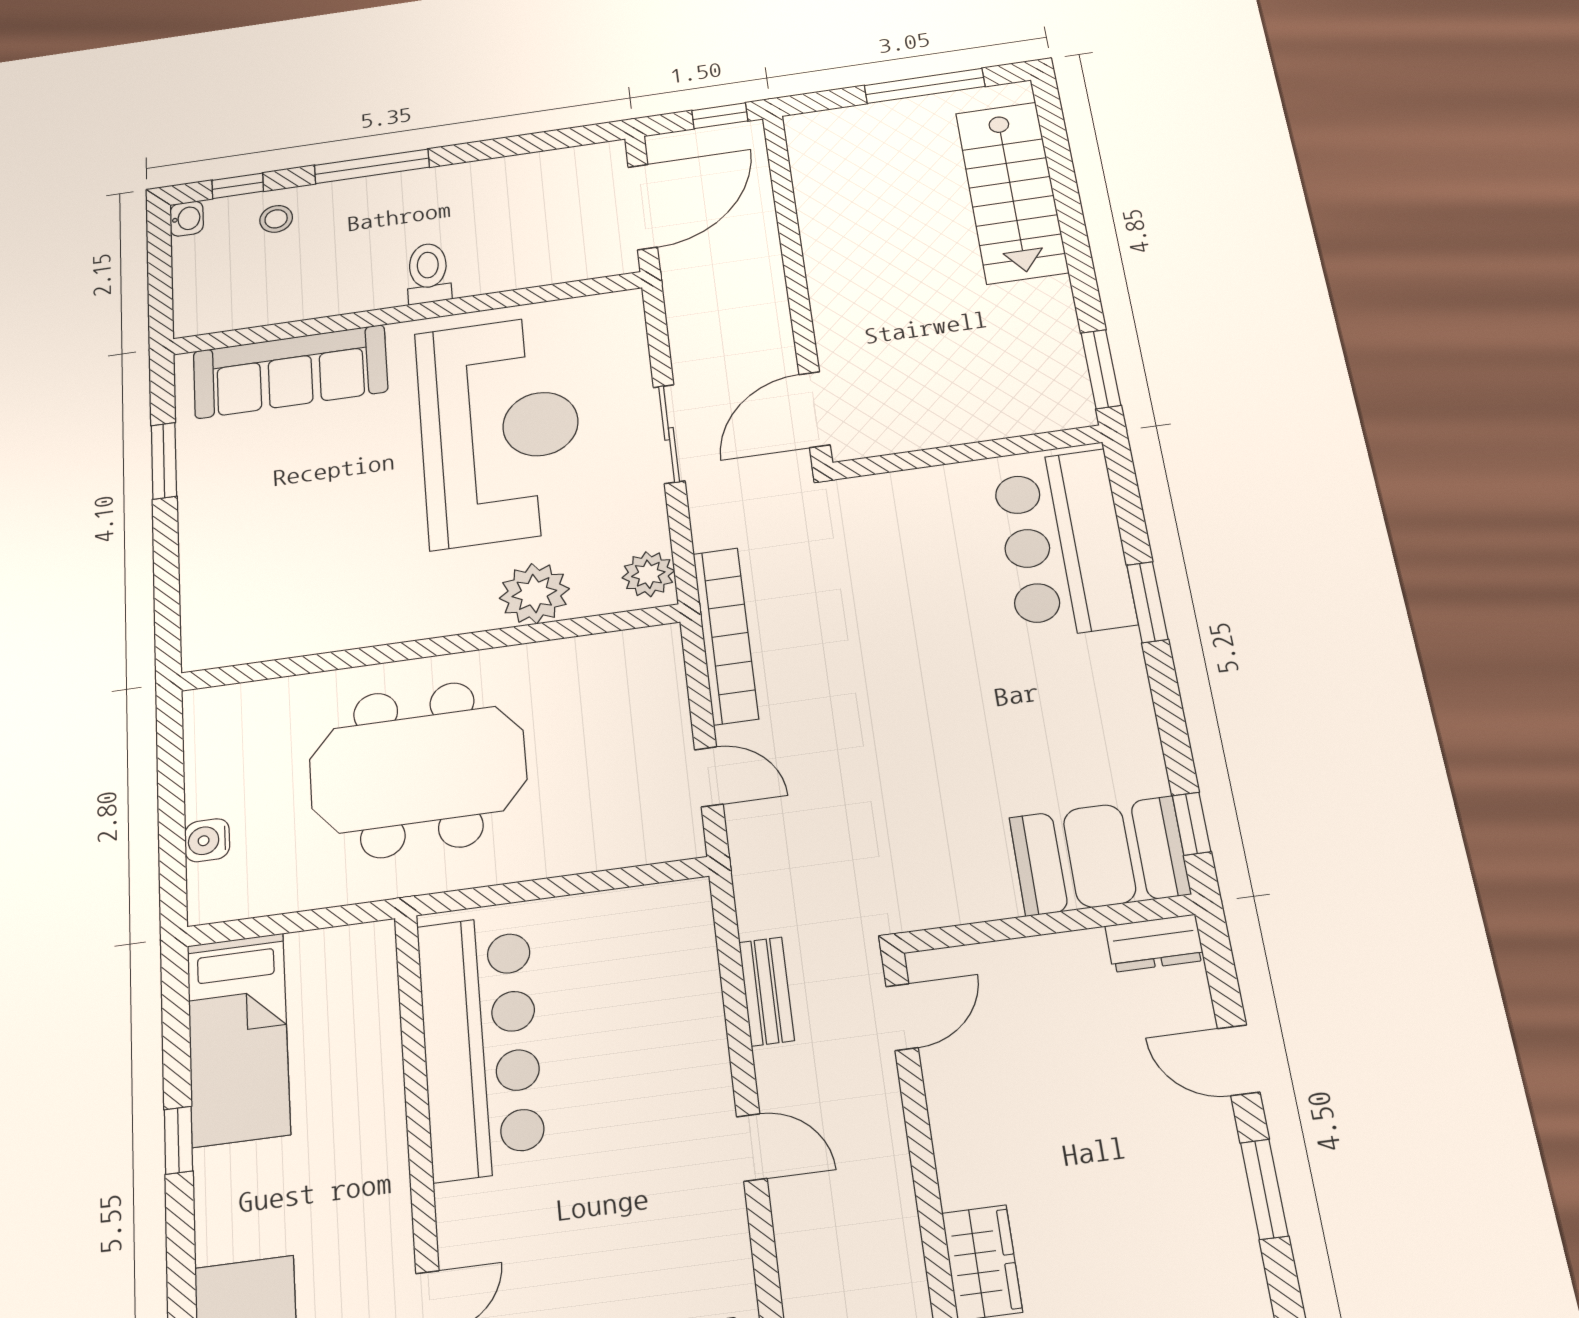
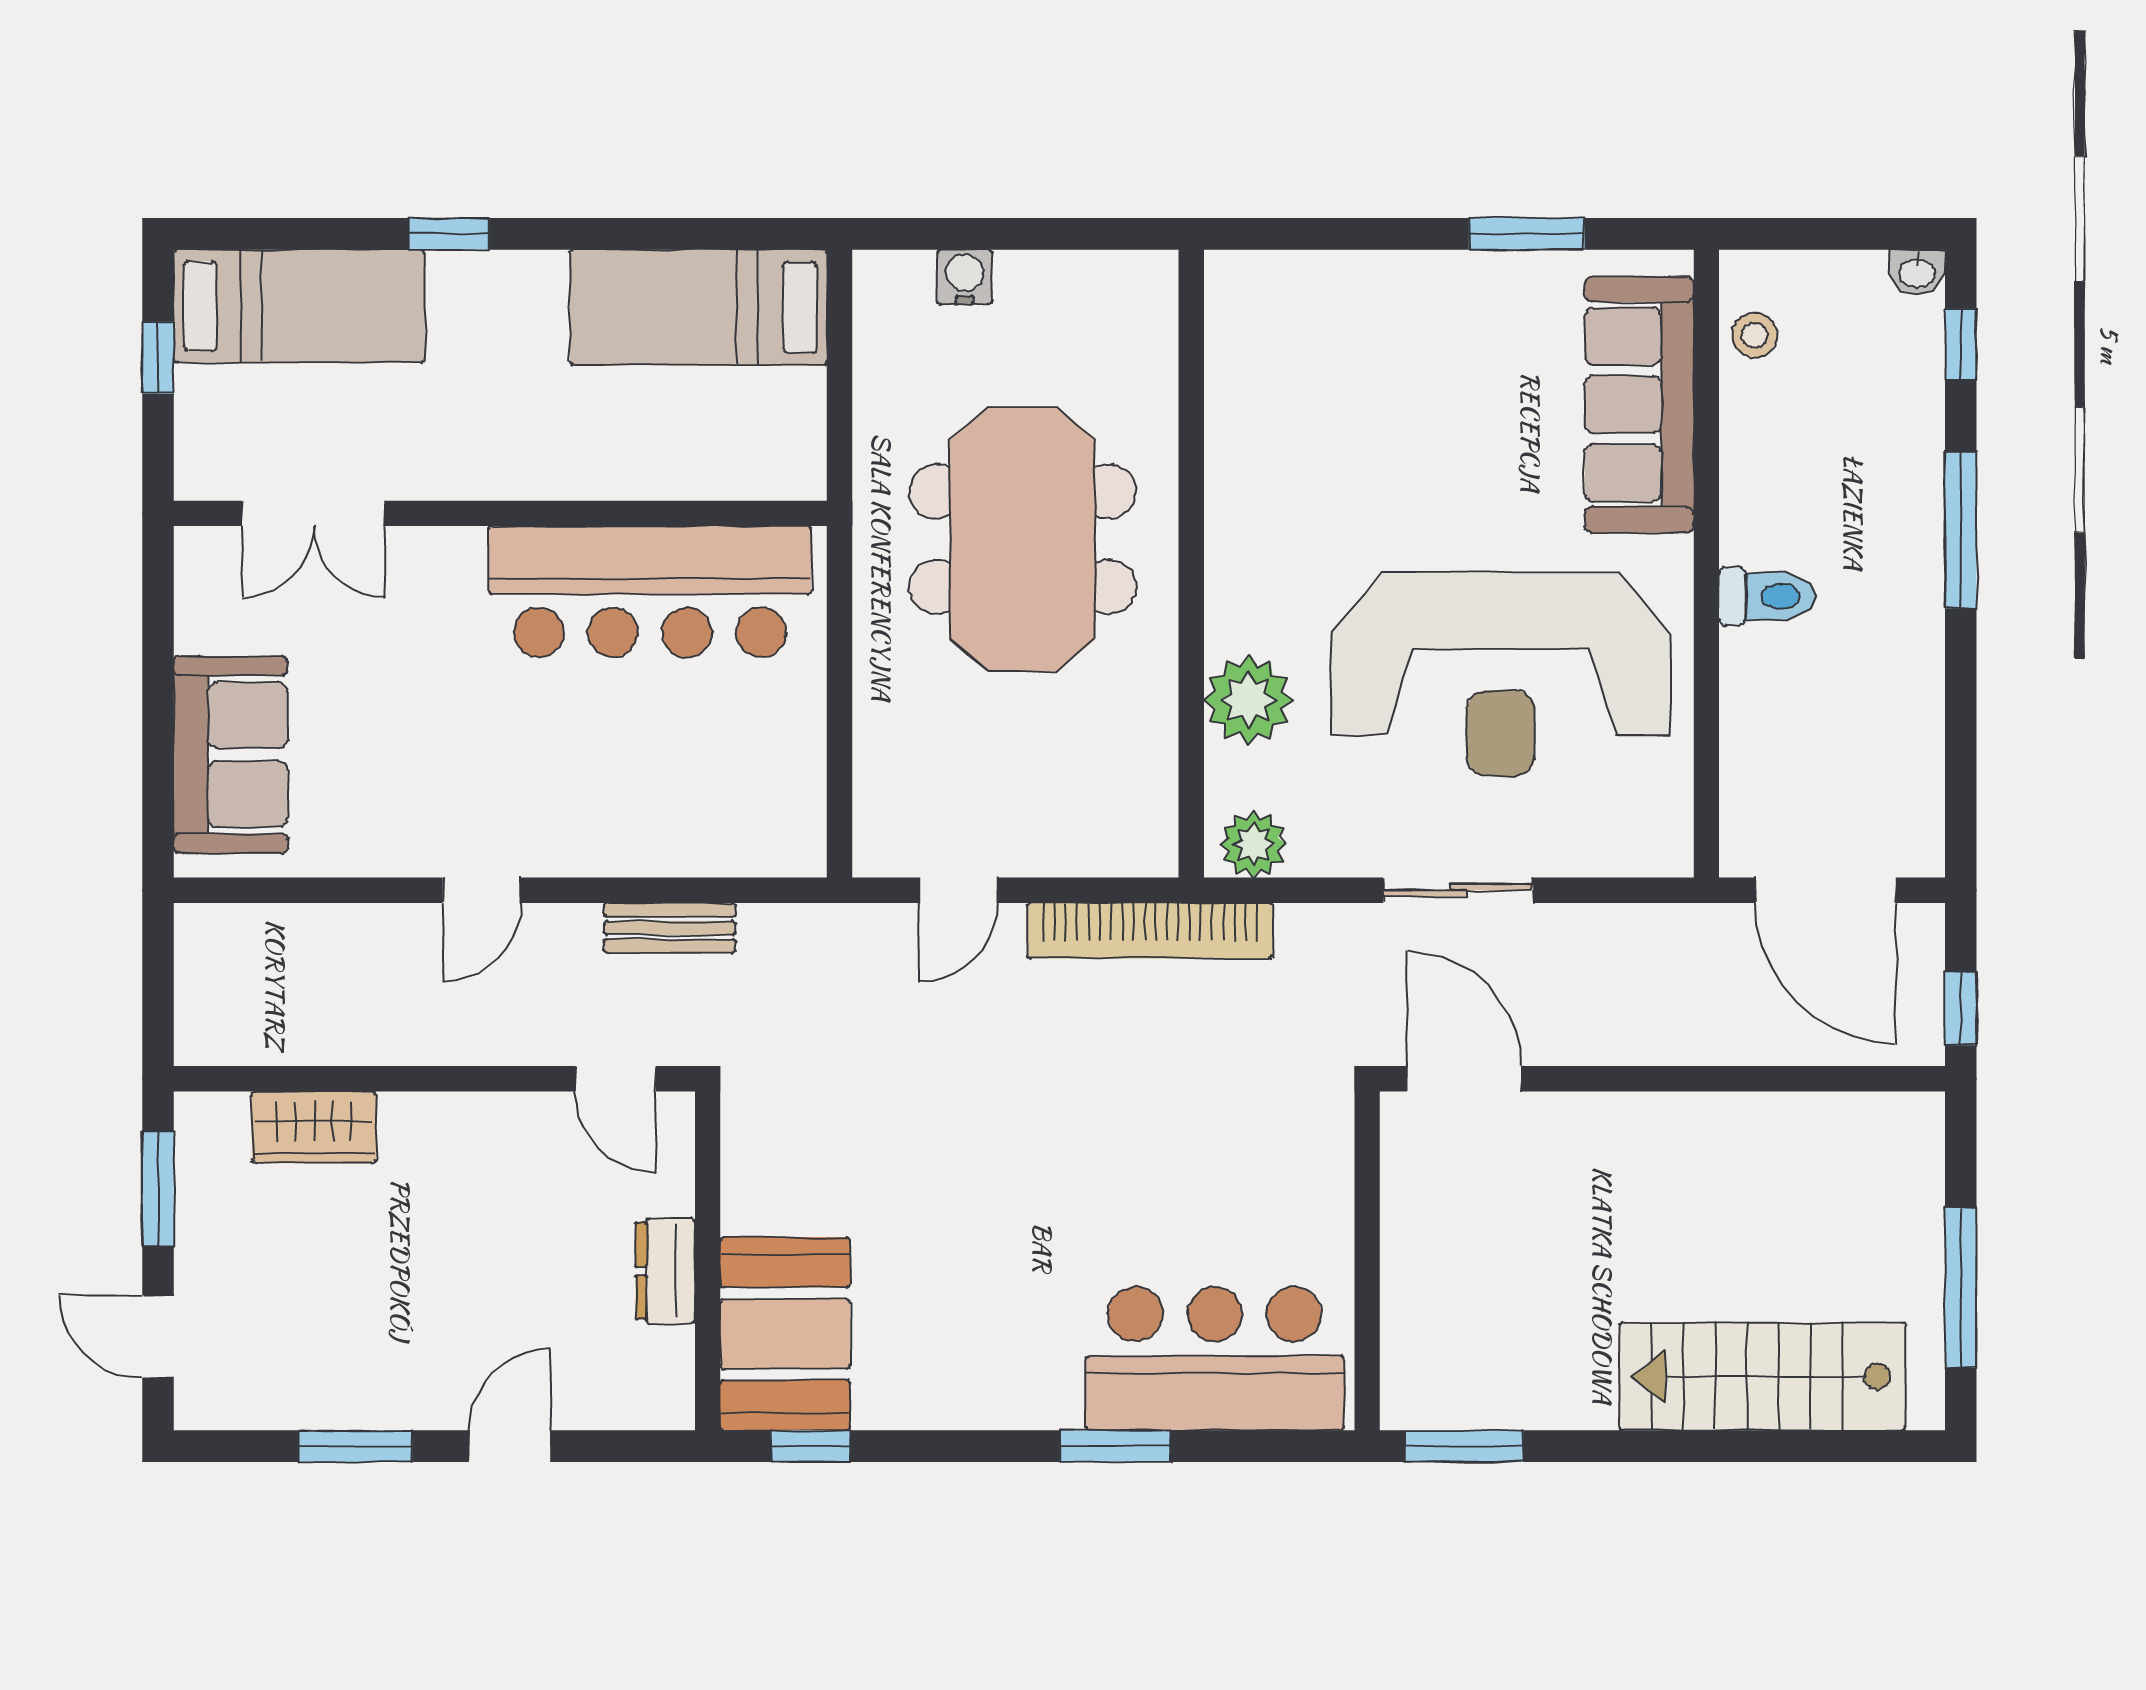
stool: (276, 219) -> (1755, 335), moved
dresser: (1154, 943) -> (665, 1271), moved
window: (178, 1140) -> (449, 234), moved

